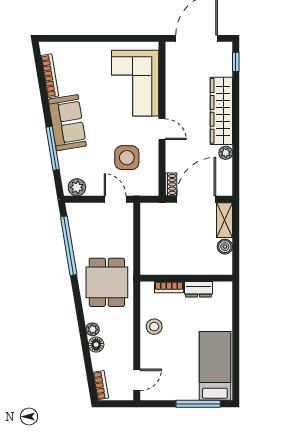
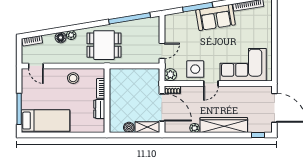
side table: (127, 158) -> (195, 69), moved
plant: (77, 187) -> (170, 75), moved

